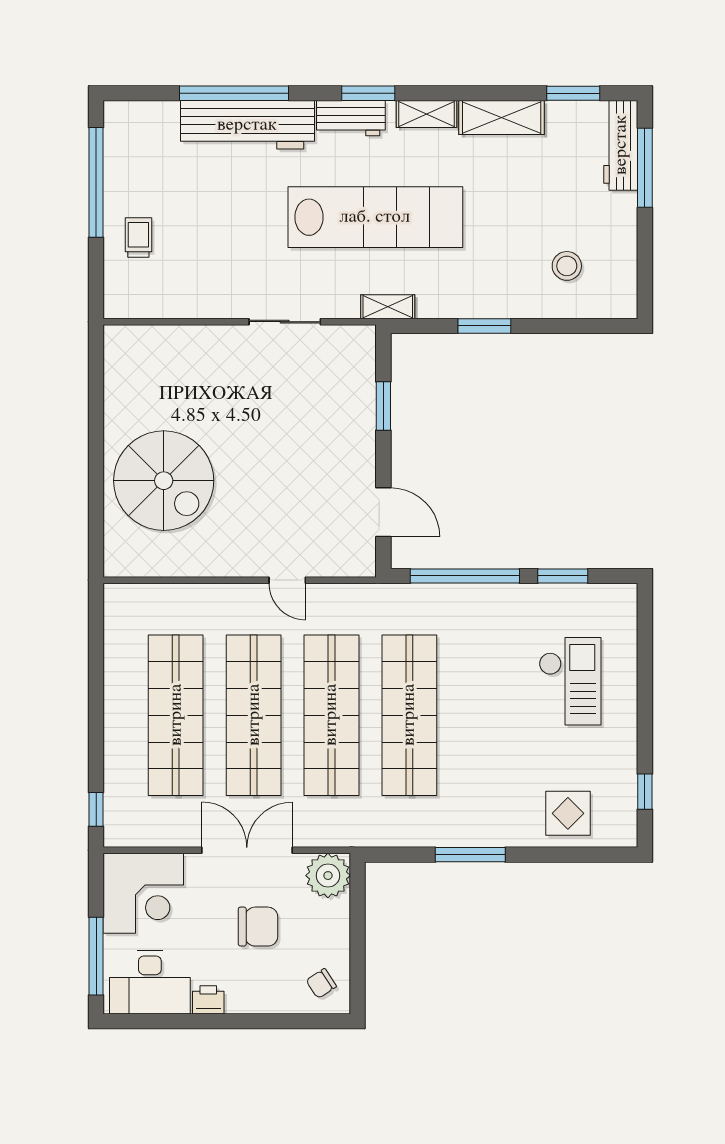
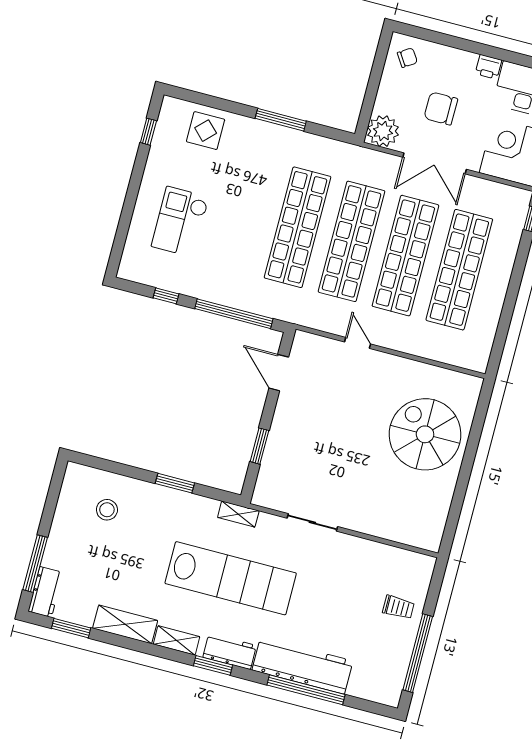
workbench: (621, 145) -> (46, 592), width x0.73
lab bench: (375, 217) -> (231, 578), turned 180
trolley: (138, 238) -> (398, 607), turned -90
window: (563, 576) -> (166, 296), width x0.67

